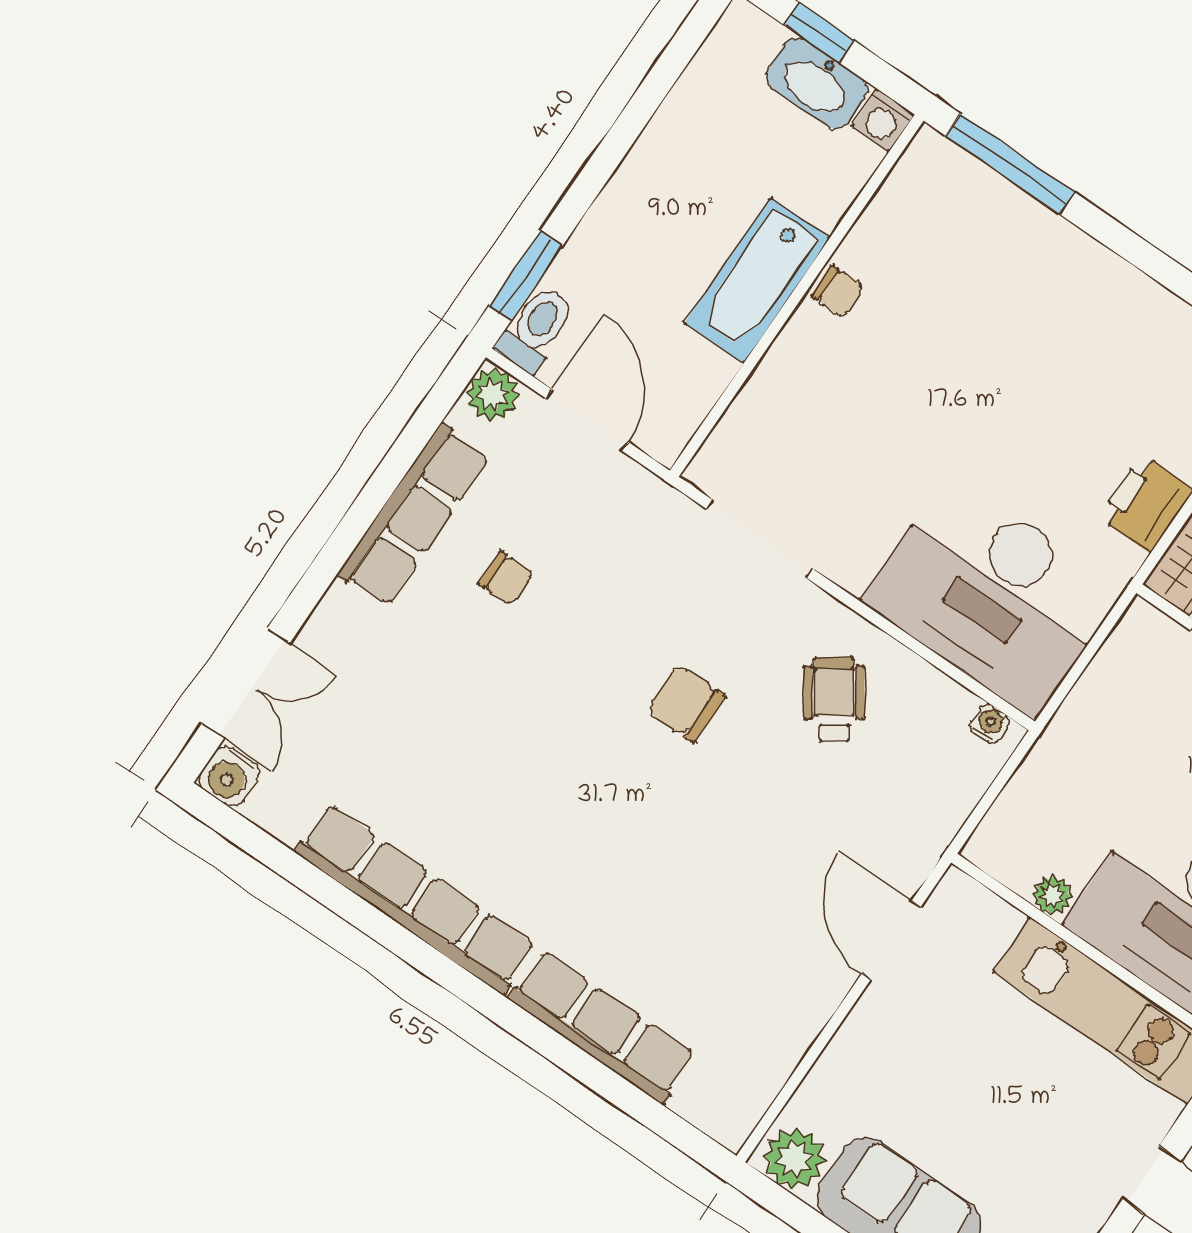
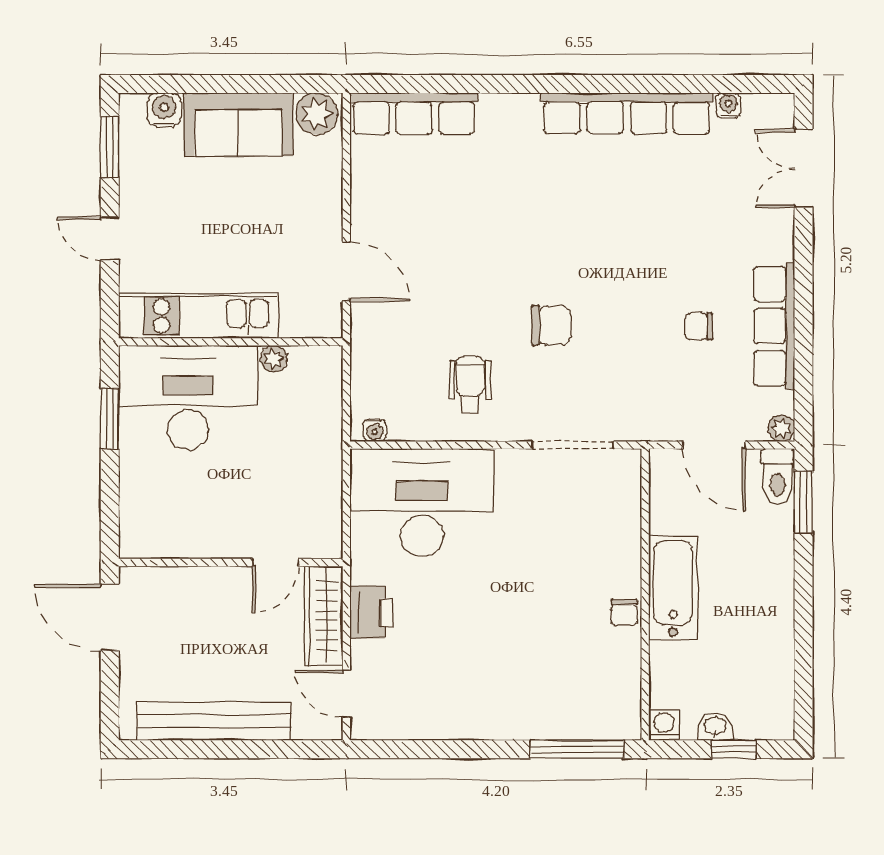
washbasin: (817, 83) -> (715, 726), width x0.52, depth x0.69
chair: (837, 291) -> (624, 612), turned -90
plant: (493, 395) -> (781, 428), width x0.73, depth x0.73
wheelchair: (834, 699) -> (470, 384), turned -145
water cooler: (229, 776) -> (728, 106), moved, width x0.72, depth x0.72
row of seats: (602, 1027) -> (414, 114), moved

